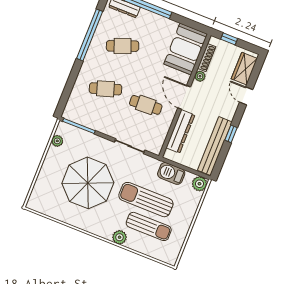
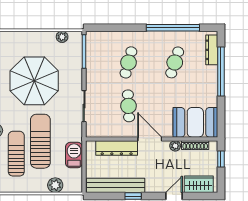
cafe table: (123, 46) -> (175, 62), turned 39
cafe table: (106, 89) -> (128, 62), turned 33
door: (184, 97) -> (150, 139), hinge flipped
plant: (199, 184) -> (55, 185), moved
sun lounger: (149, 226) -> (16, 154), turned 180

